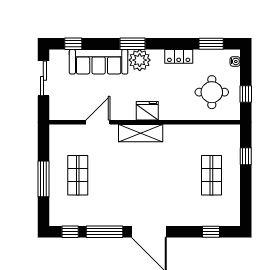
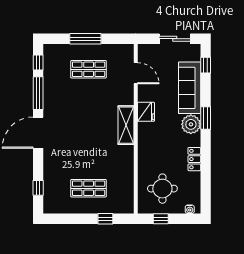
window: (211, 44) -> (206, 188), removed
fridge: (147, 111) -> (146, 112), moved
door: (98, 122) -> (136, 73), moved

